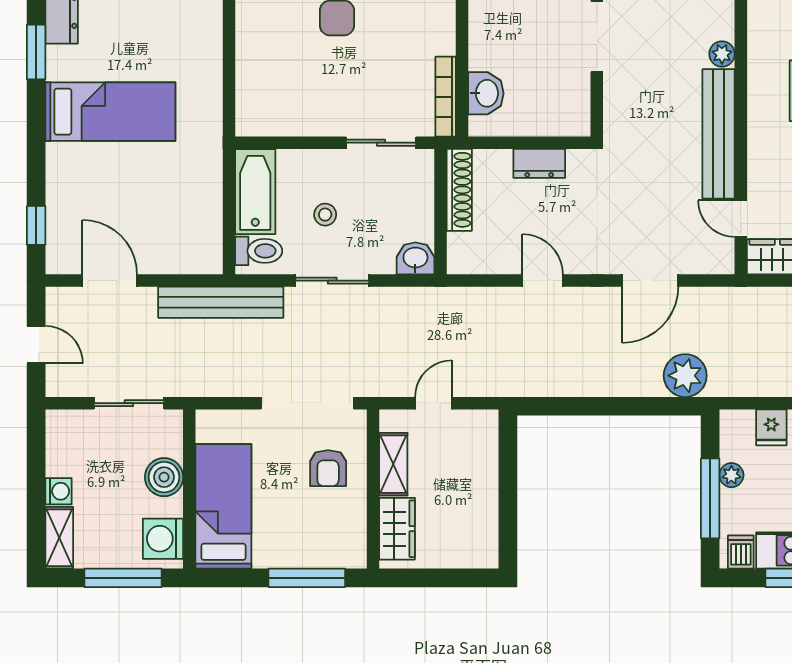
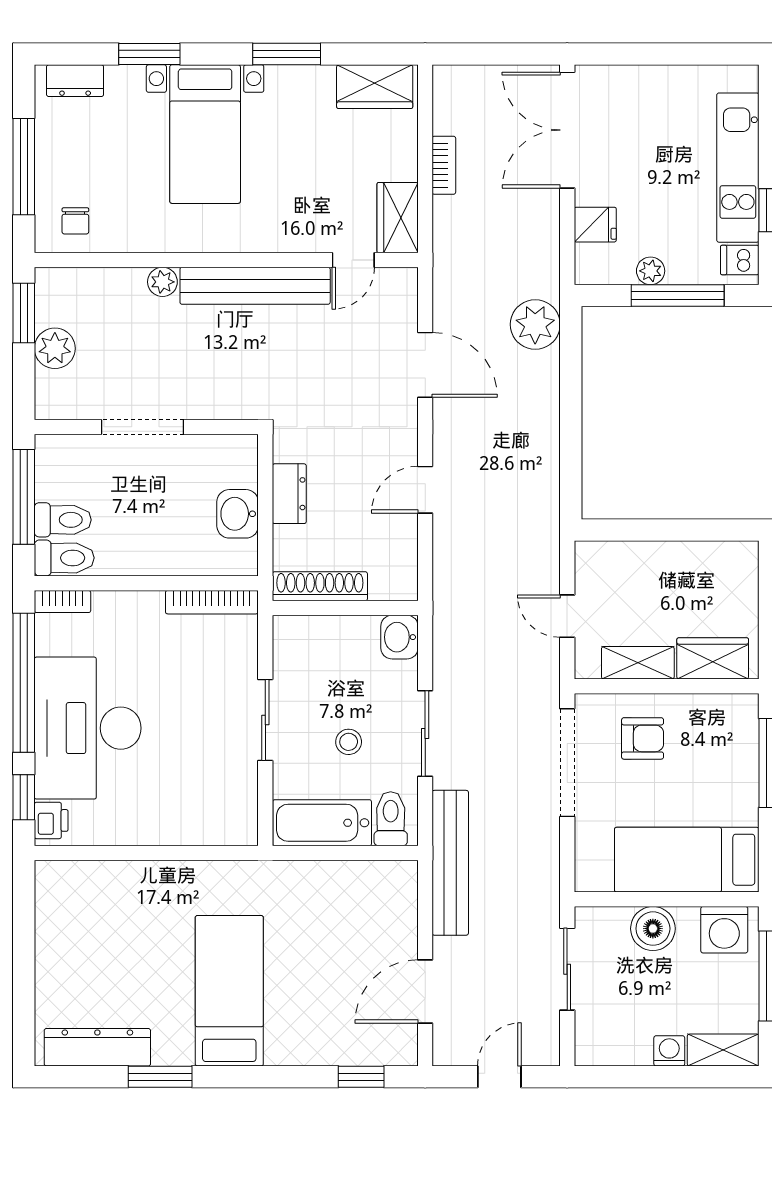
washbasin: (486, 93) -> (238, 514), moved, turned -90
sliding door: (381, 143) -> (265, 720), moved

